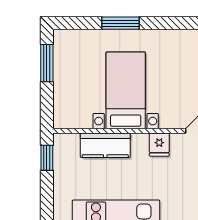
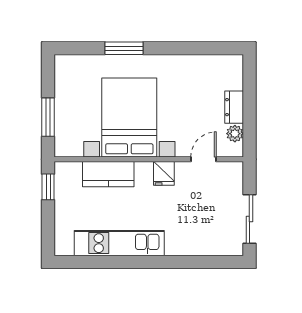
window: (47, 63) -> (48, 117), moved
bed with nightstands: (126, 90) -> (129, 118), width x1.36

